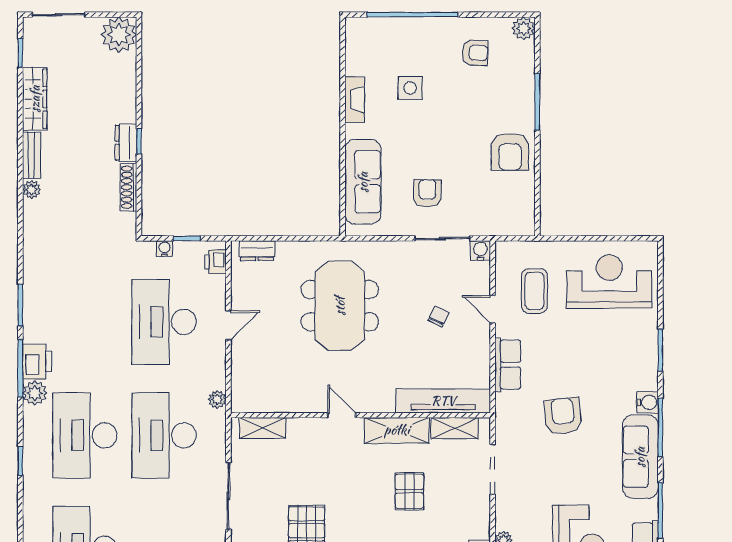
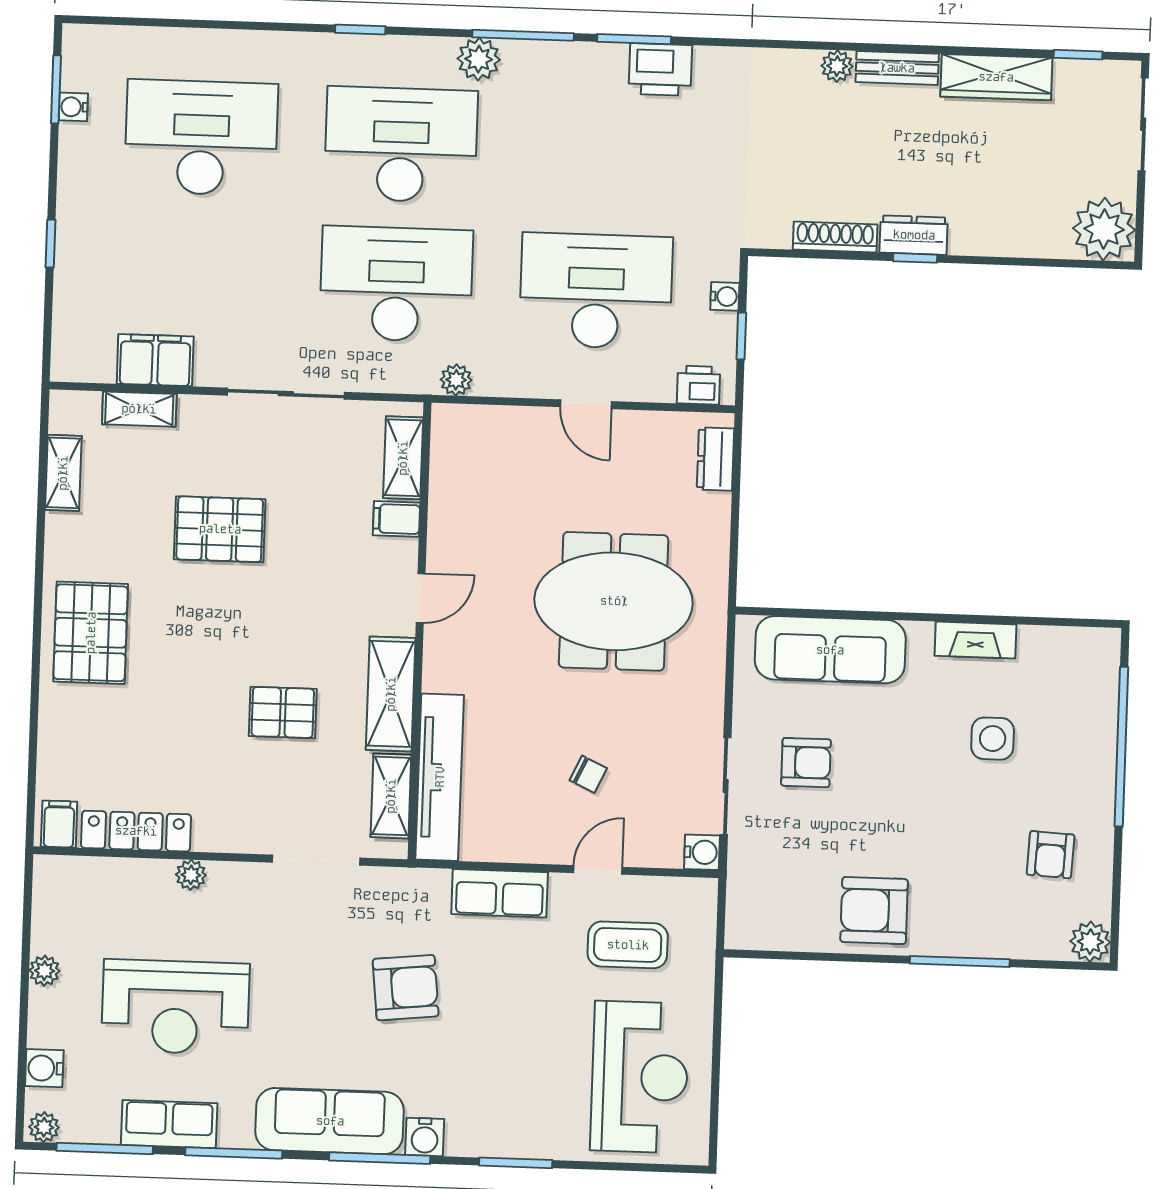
printer: (37, 362) -> (660, 69), moved
filing cabinet: (297, 431) -> (397, 519), added

